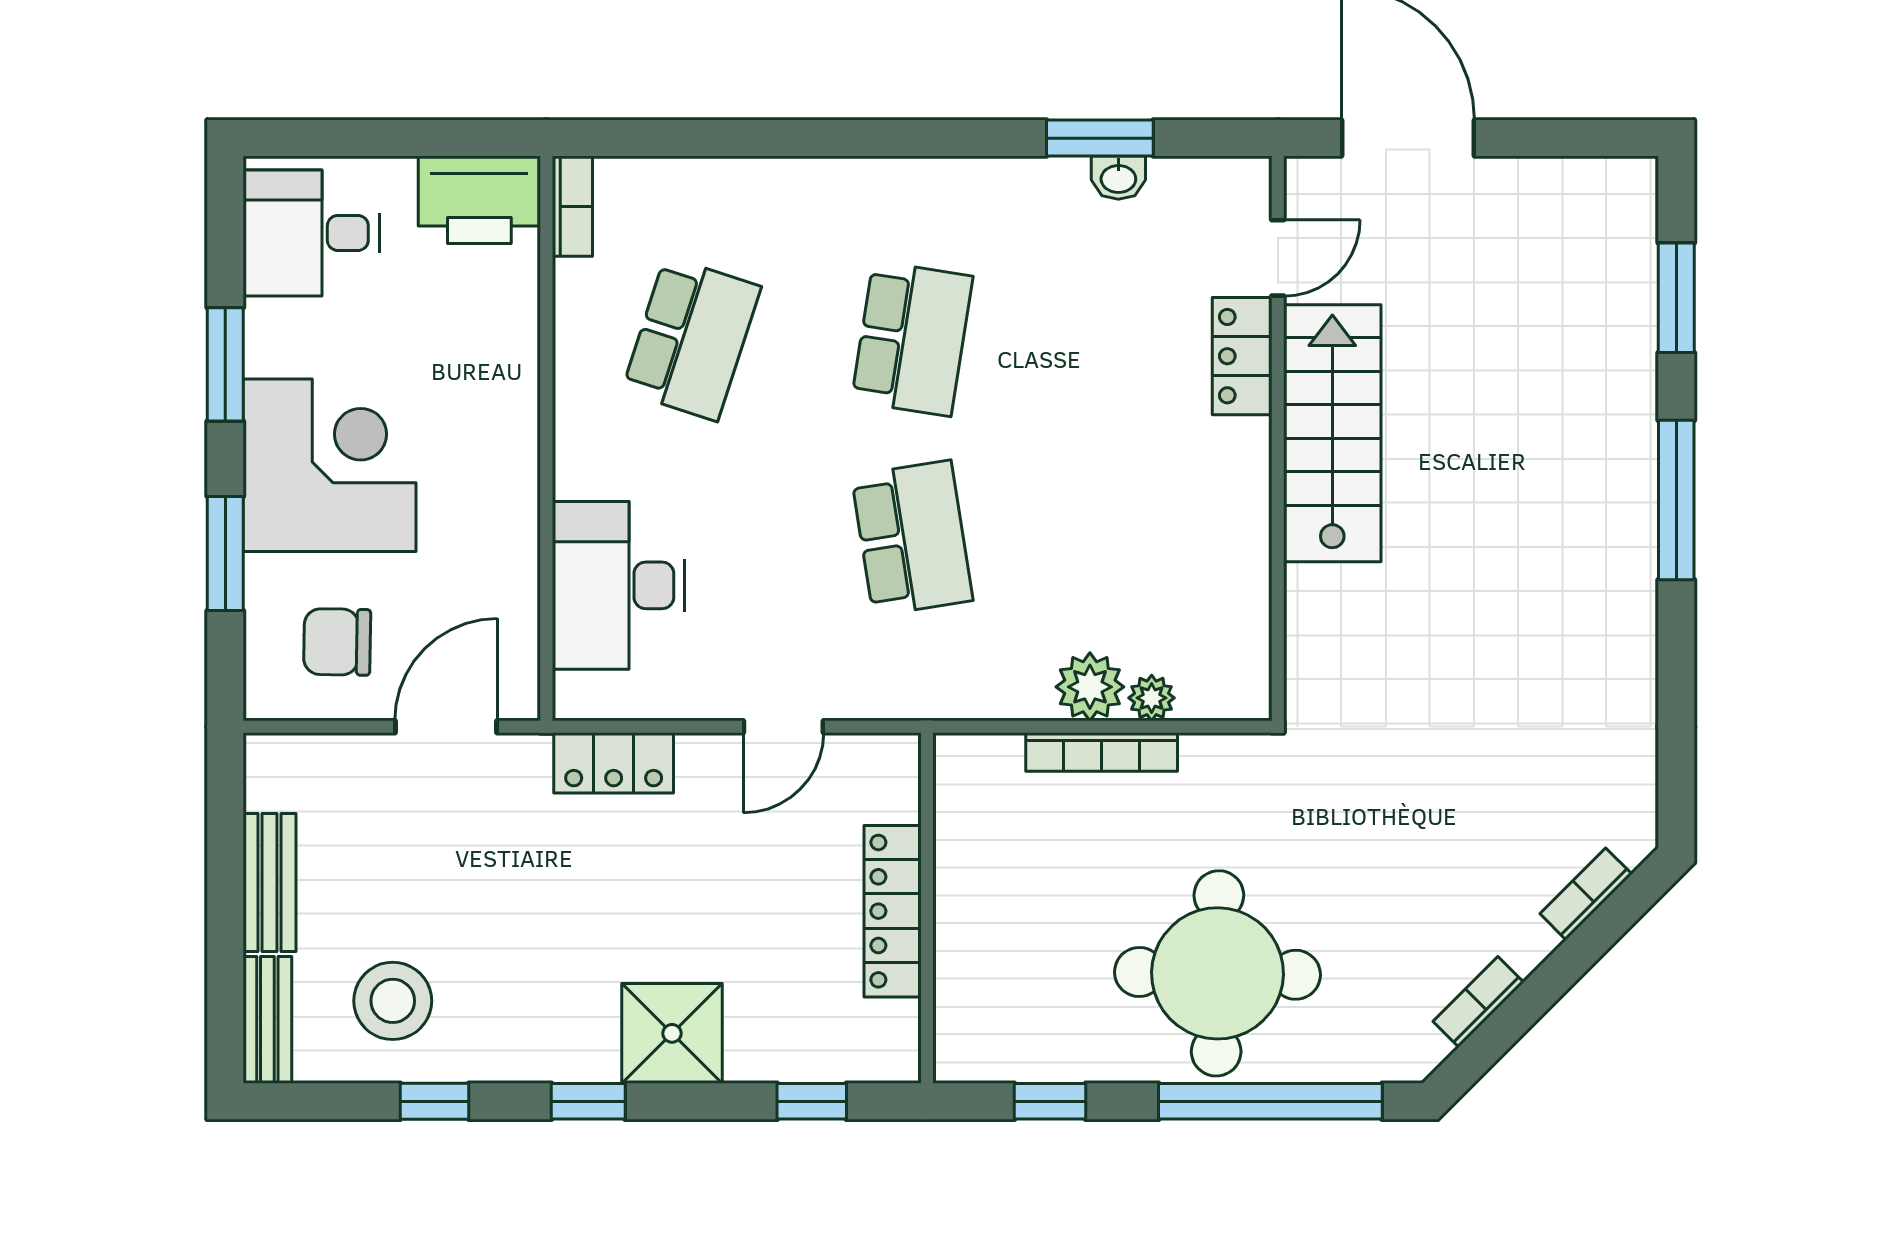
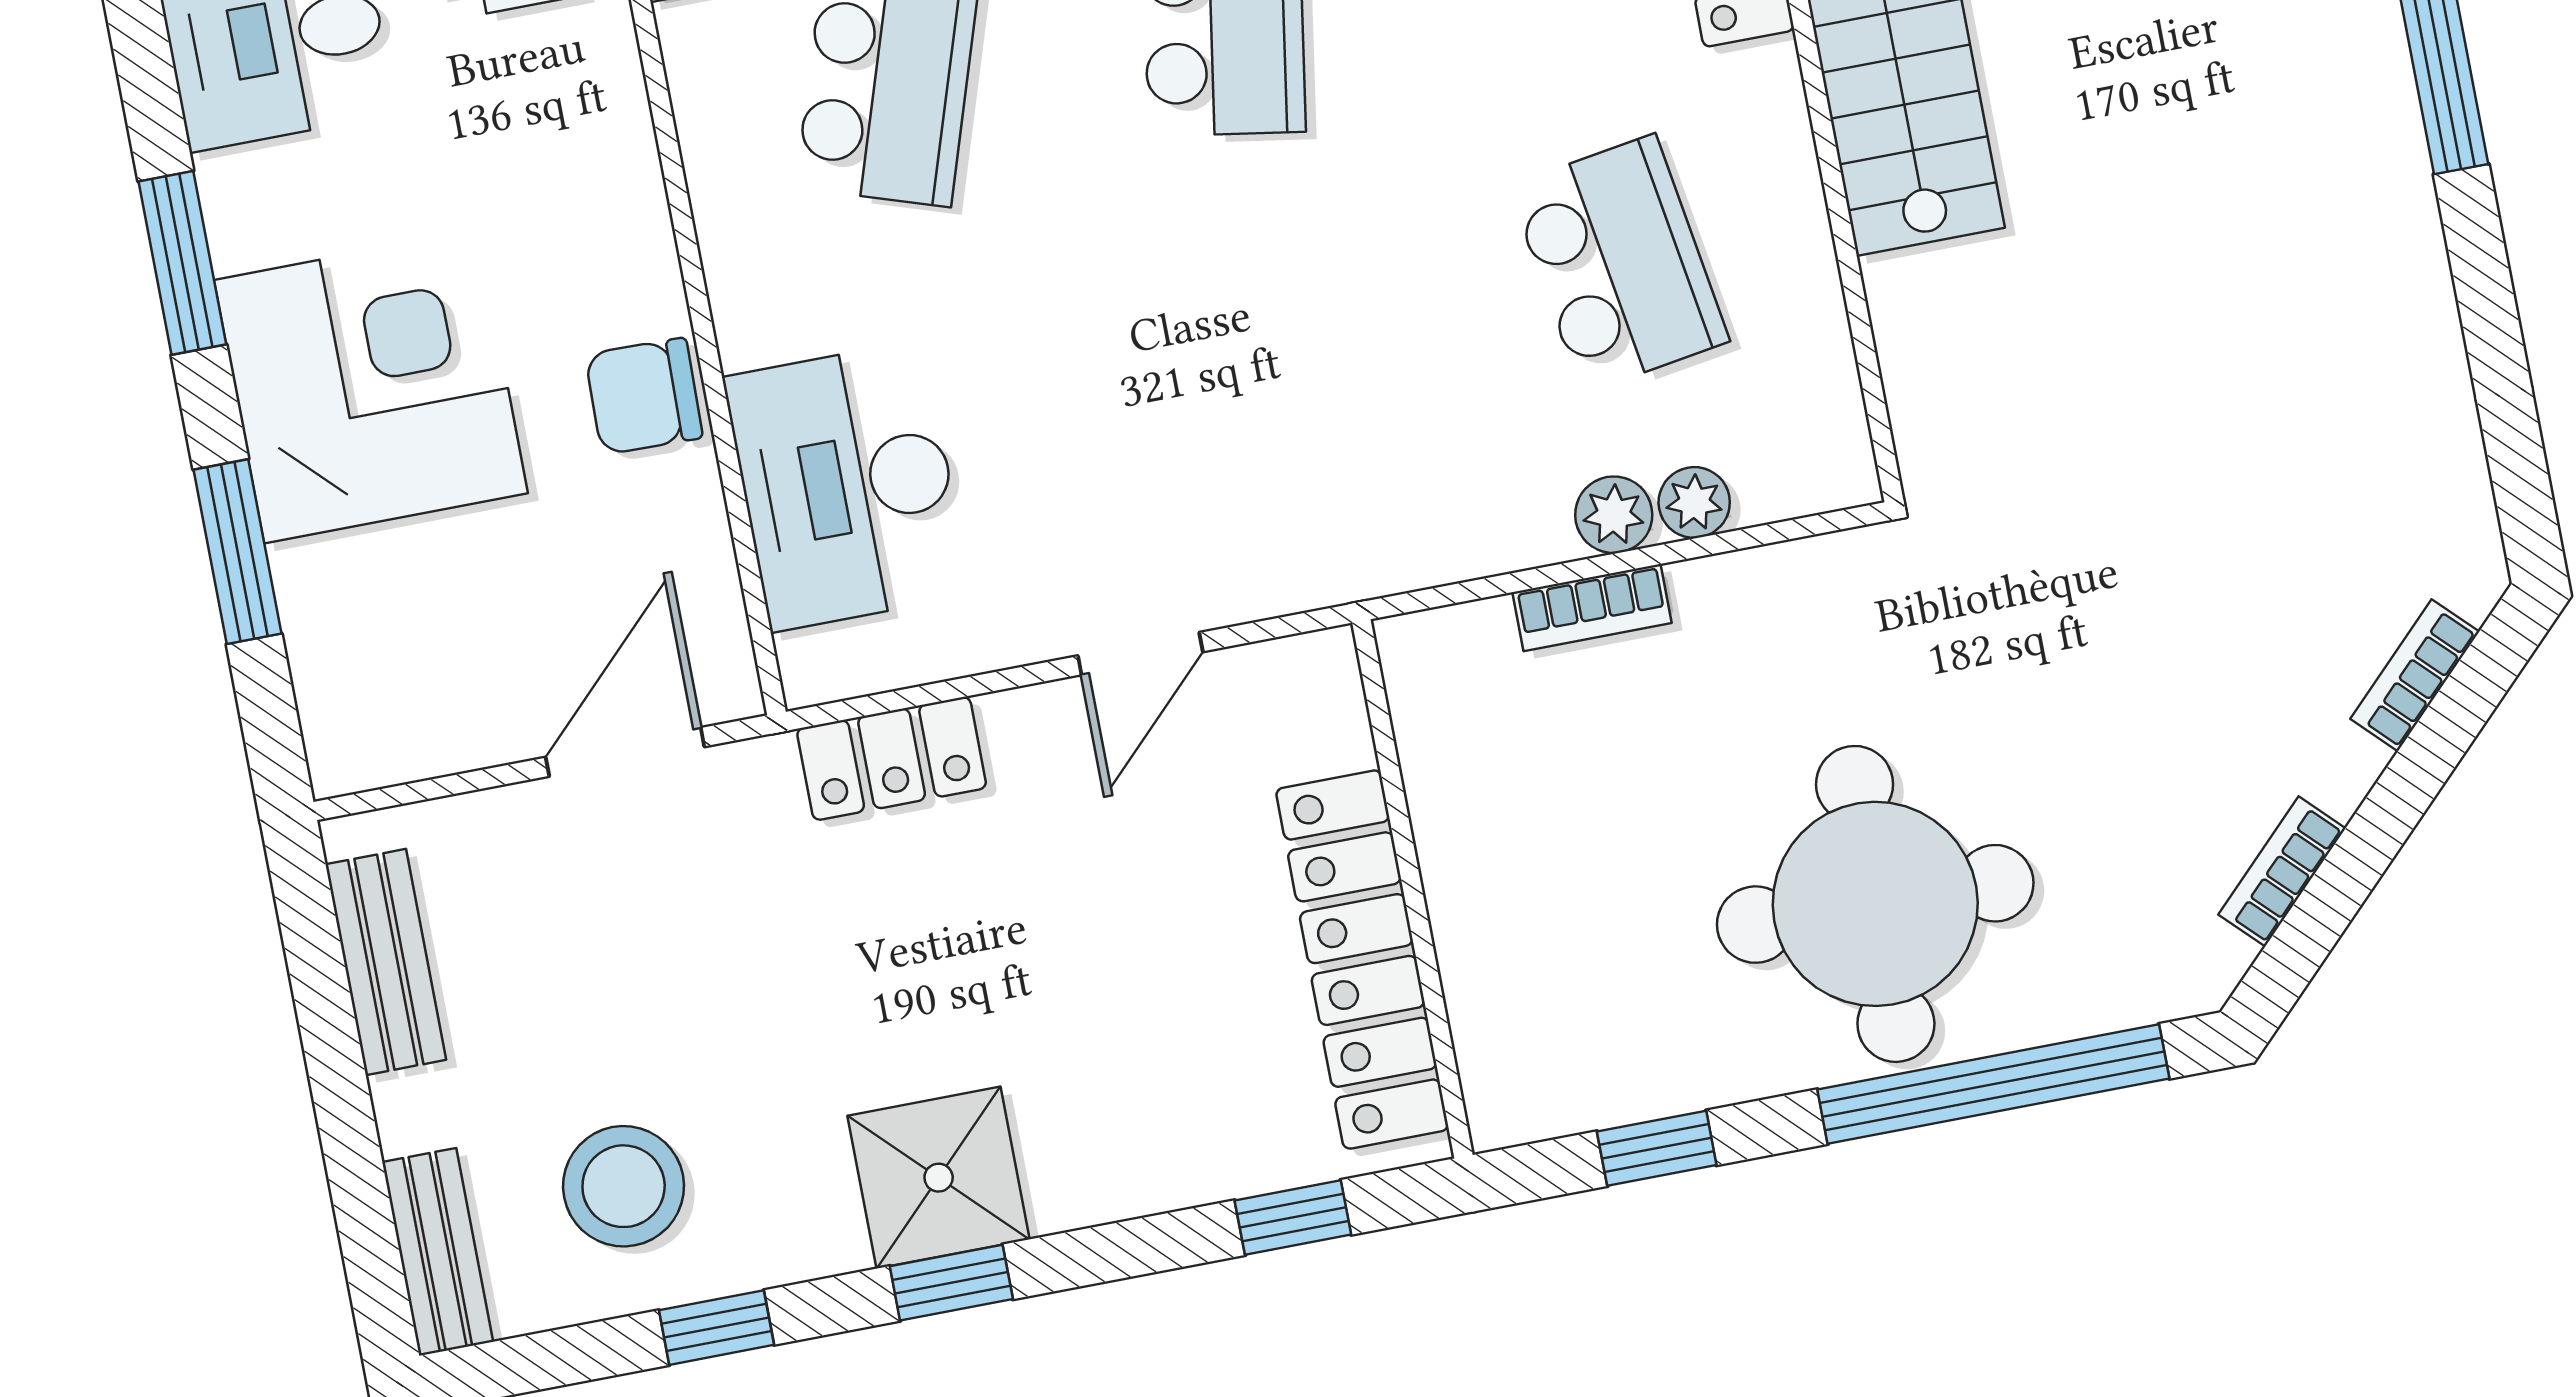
school desk: (912, 538) -> (1619, 264), moved
chair: (337, 642) -> (644, 396), moved
plant: (1090, 687) -> (1614, 515), width x0.73, depth x0.73
bookcase: (1102, 752) -> (1592, 608), width x0.64
bench: (270, 882) -> (386, 962), moved
locker: (893, 911) -> (1362, 960), width x1.41, depth x1.21
shower: (672, 1033) -> (939, 1178), moved

